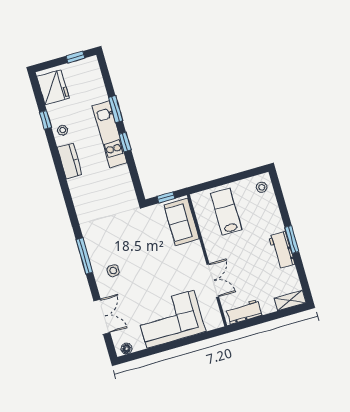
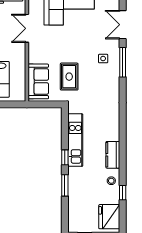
kitchen unit: (110, 135) -> (75, 140), moved
window: (166, 197) -> (45, 104), removed
rug: (147, 238) -> (69, 77), added
window: (84, 256) -> (123, 62), moved

